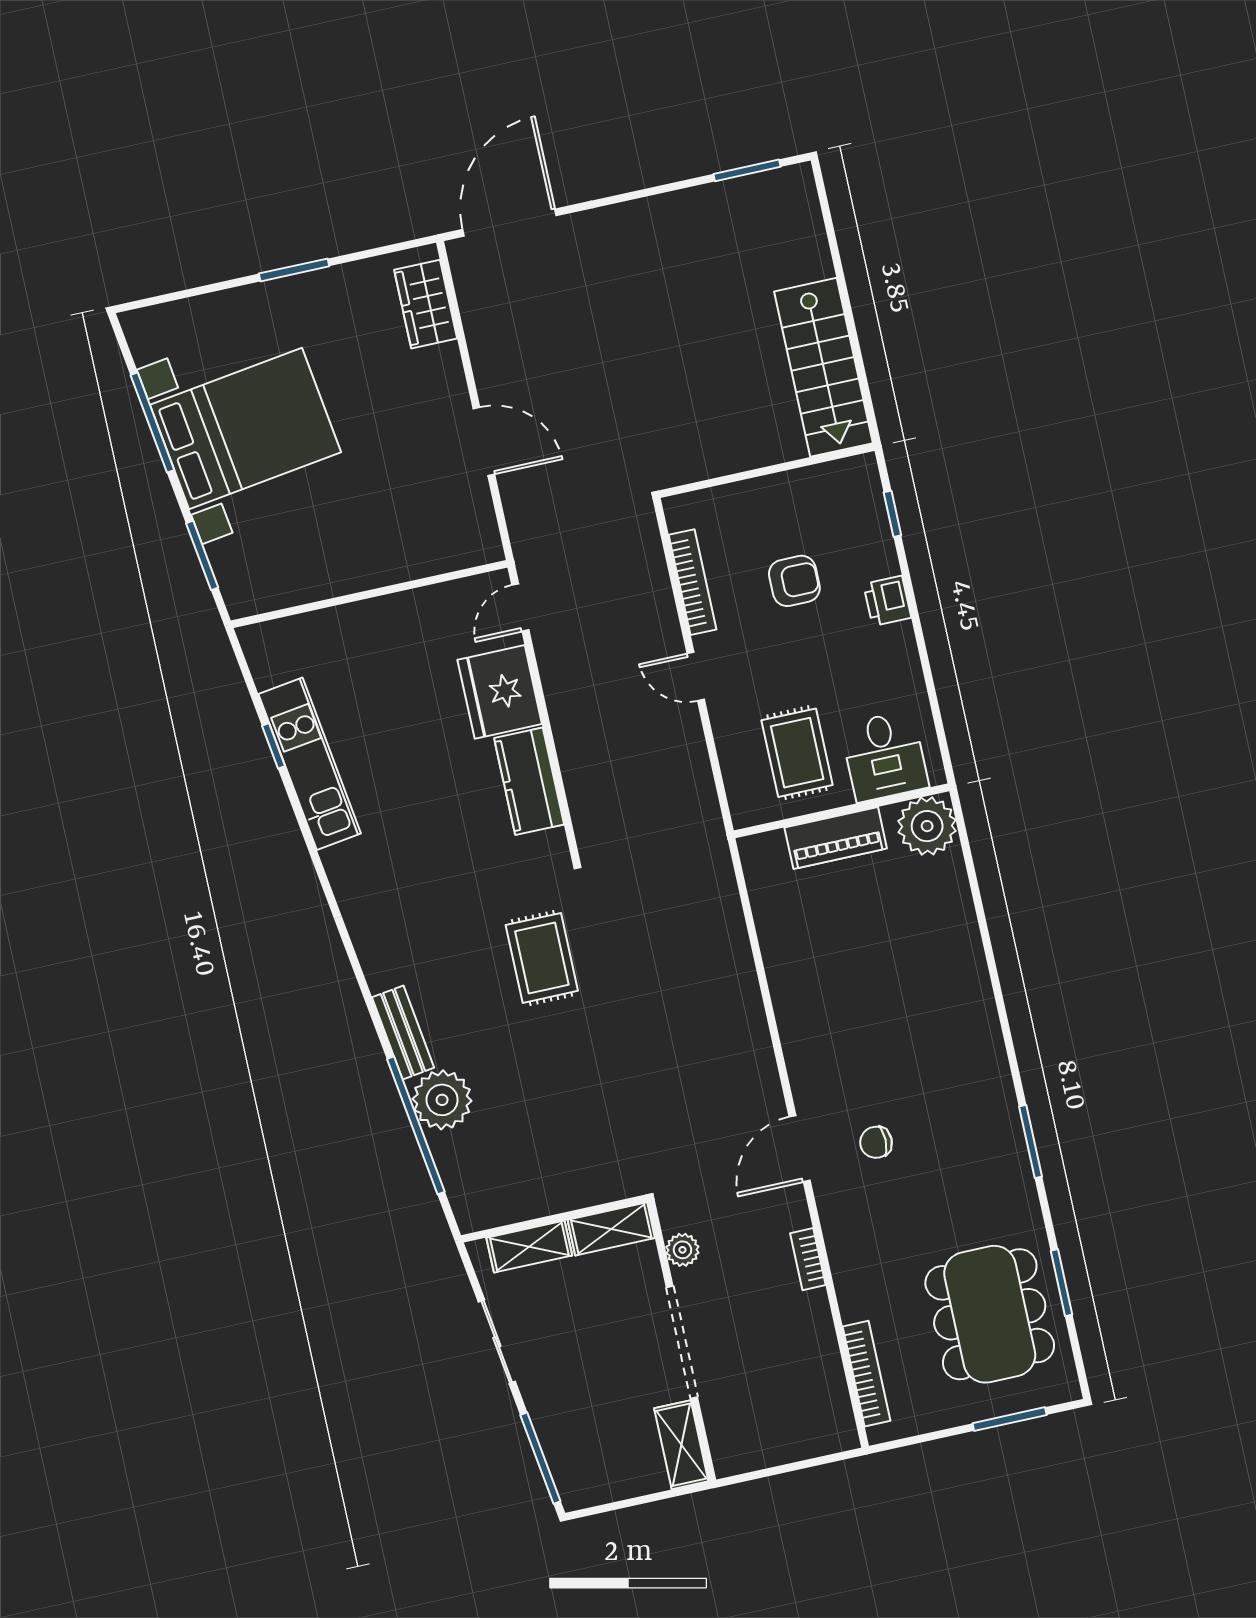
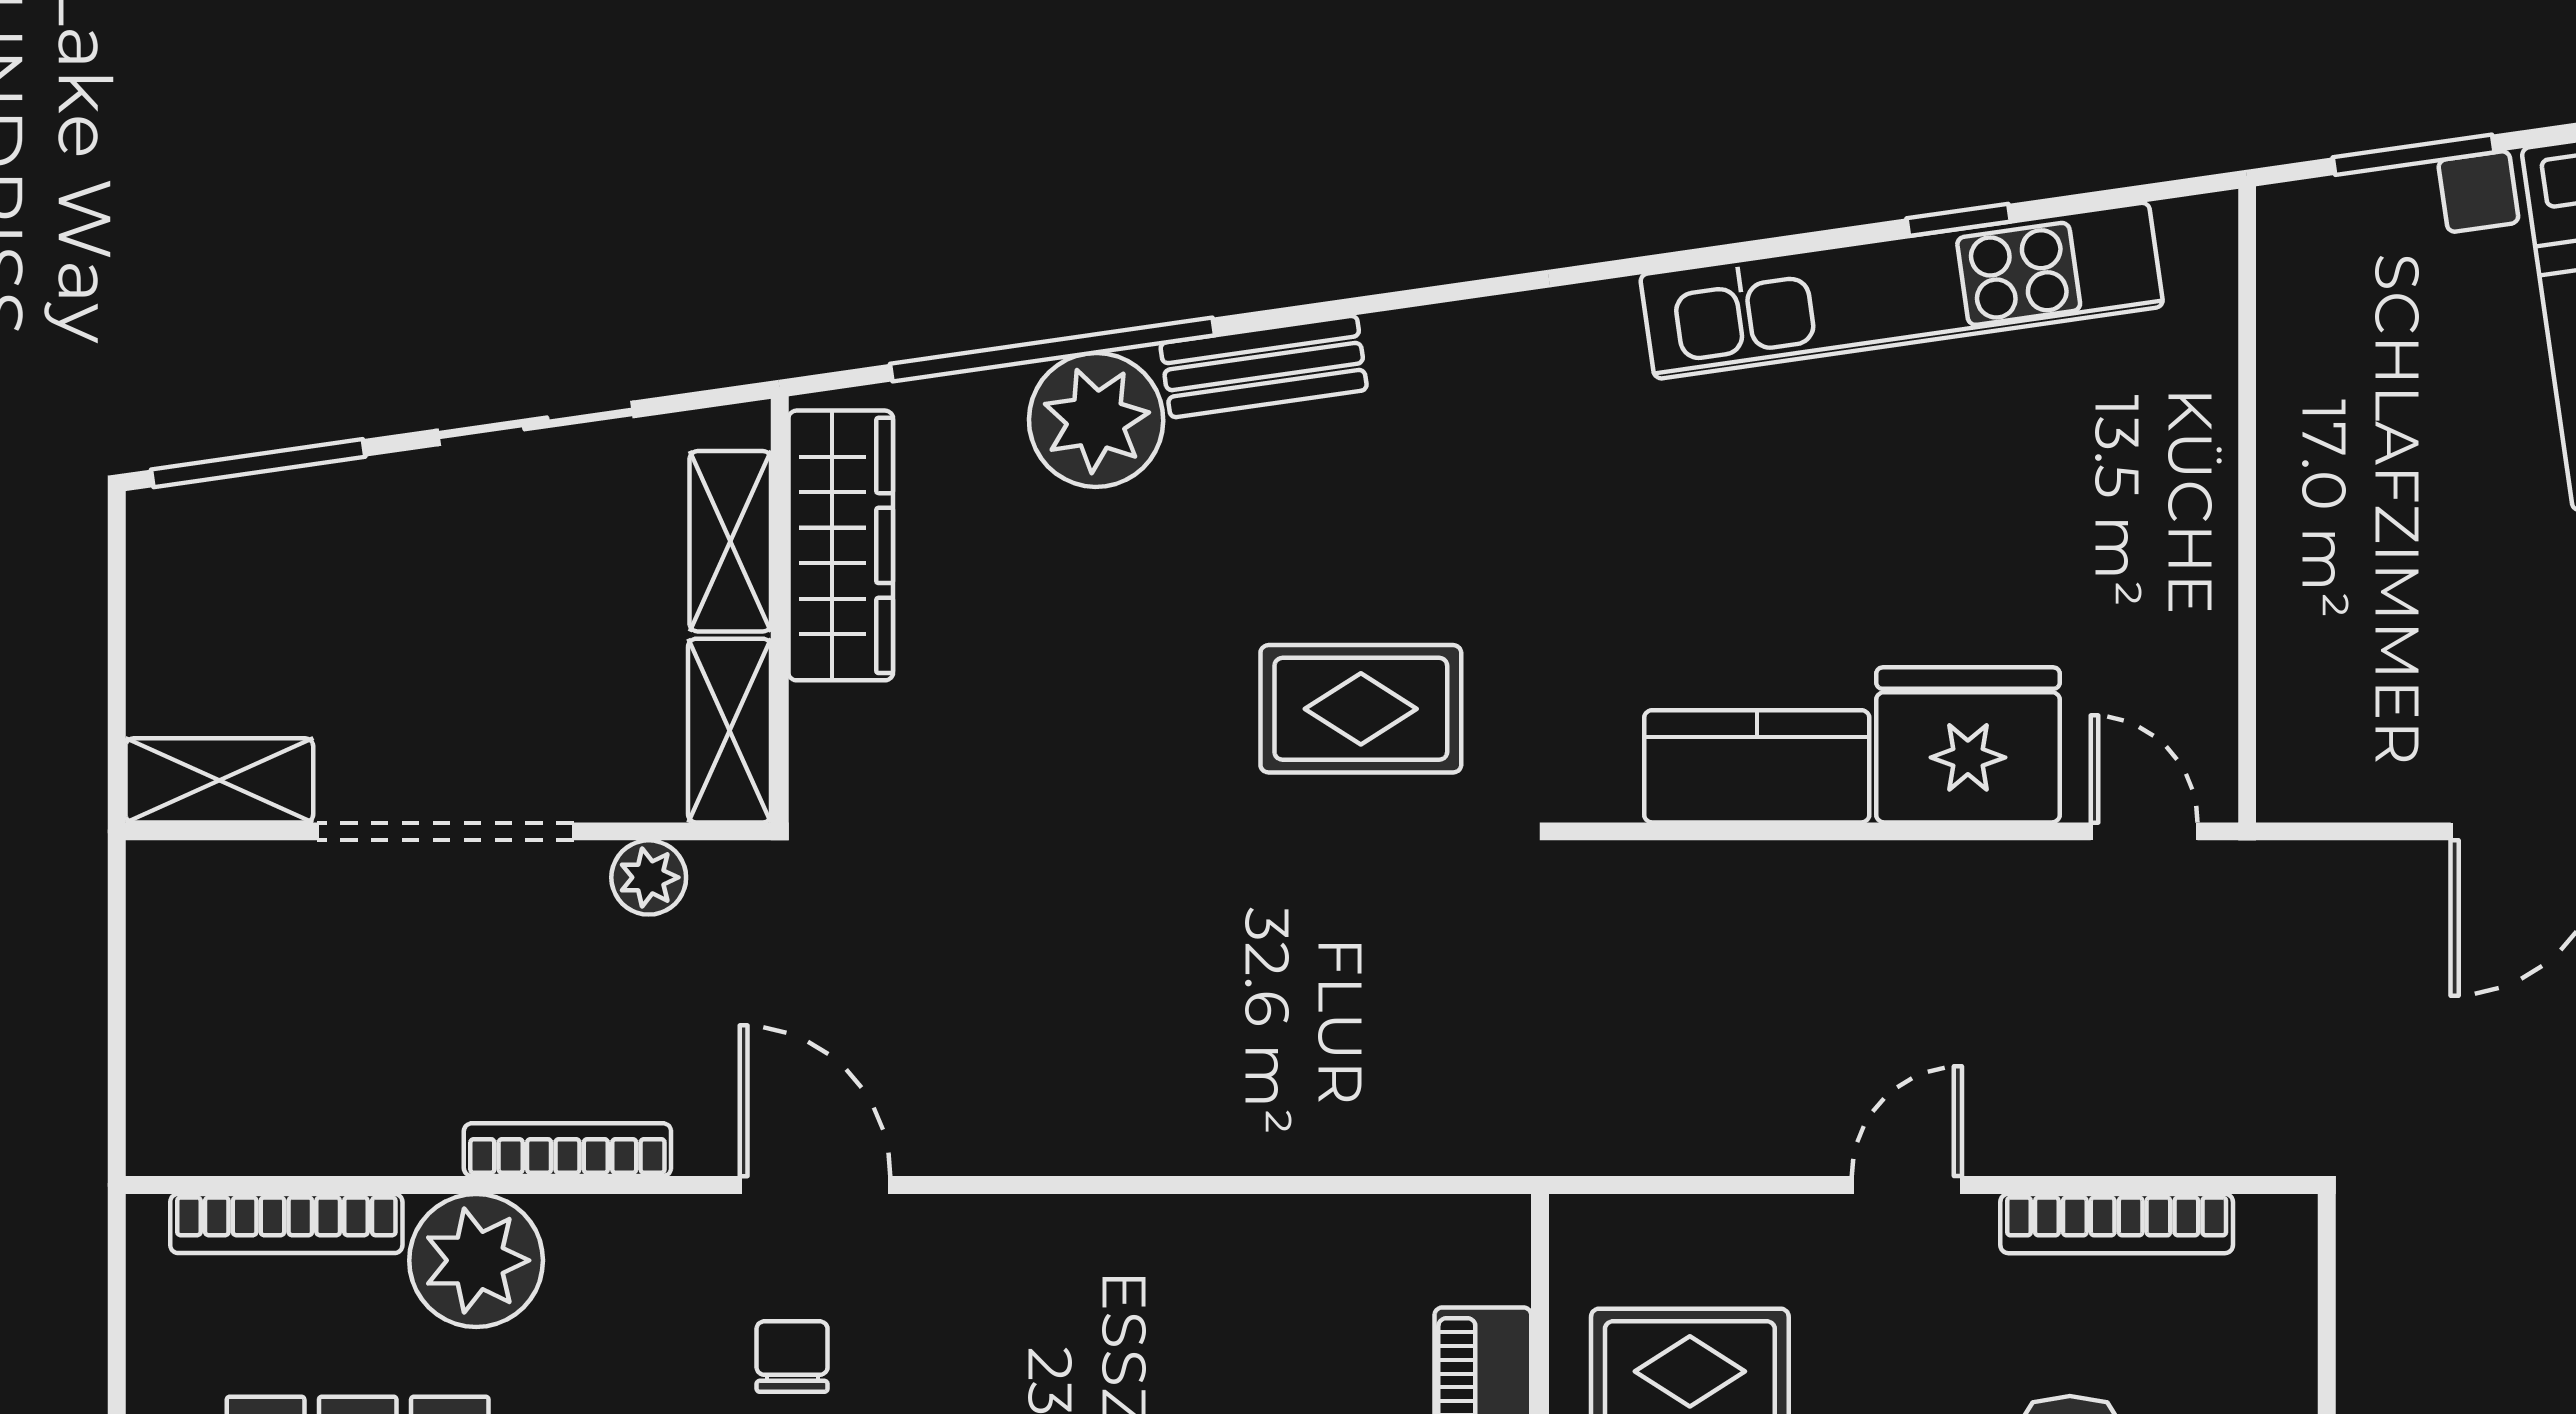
kitchen unit: (310, 764) -> (1902, 291), width x1.36
wardrobe: (521, 1198) -> (841, 545), added
bookcase: (808, 1259) -> (567, 1150), width x1.56
plant: (865, 1288) -> (476, 1260), added

